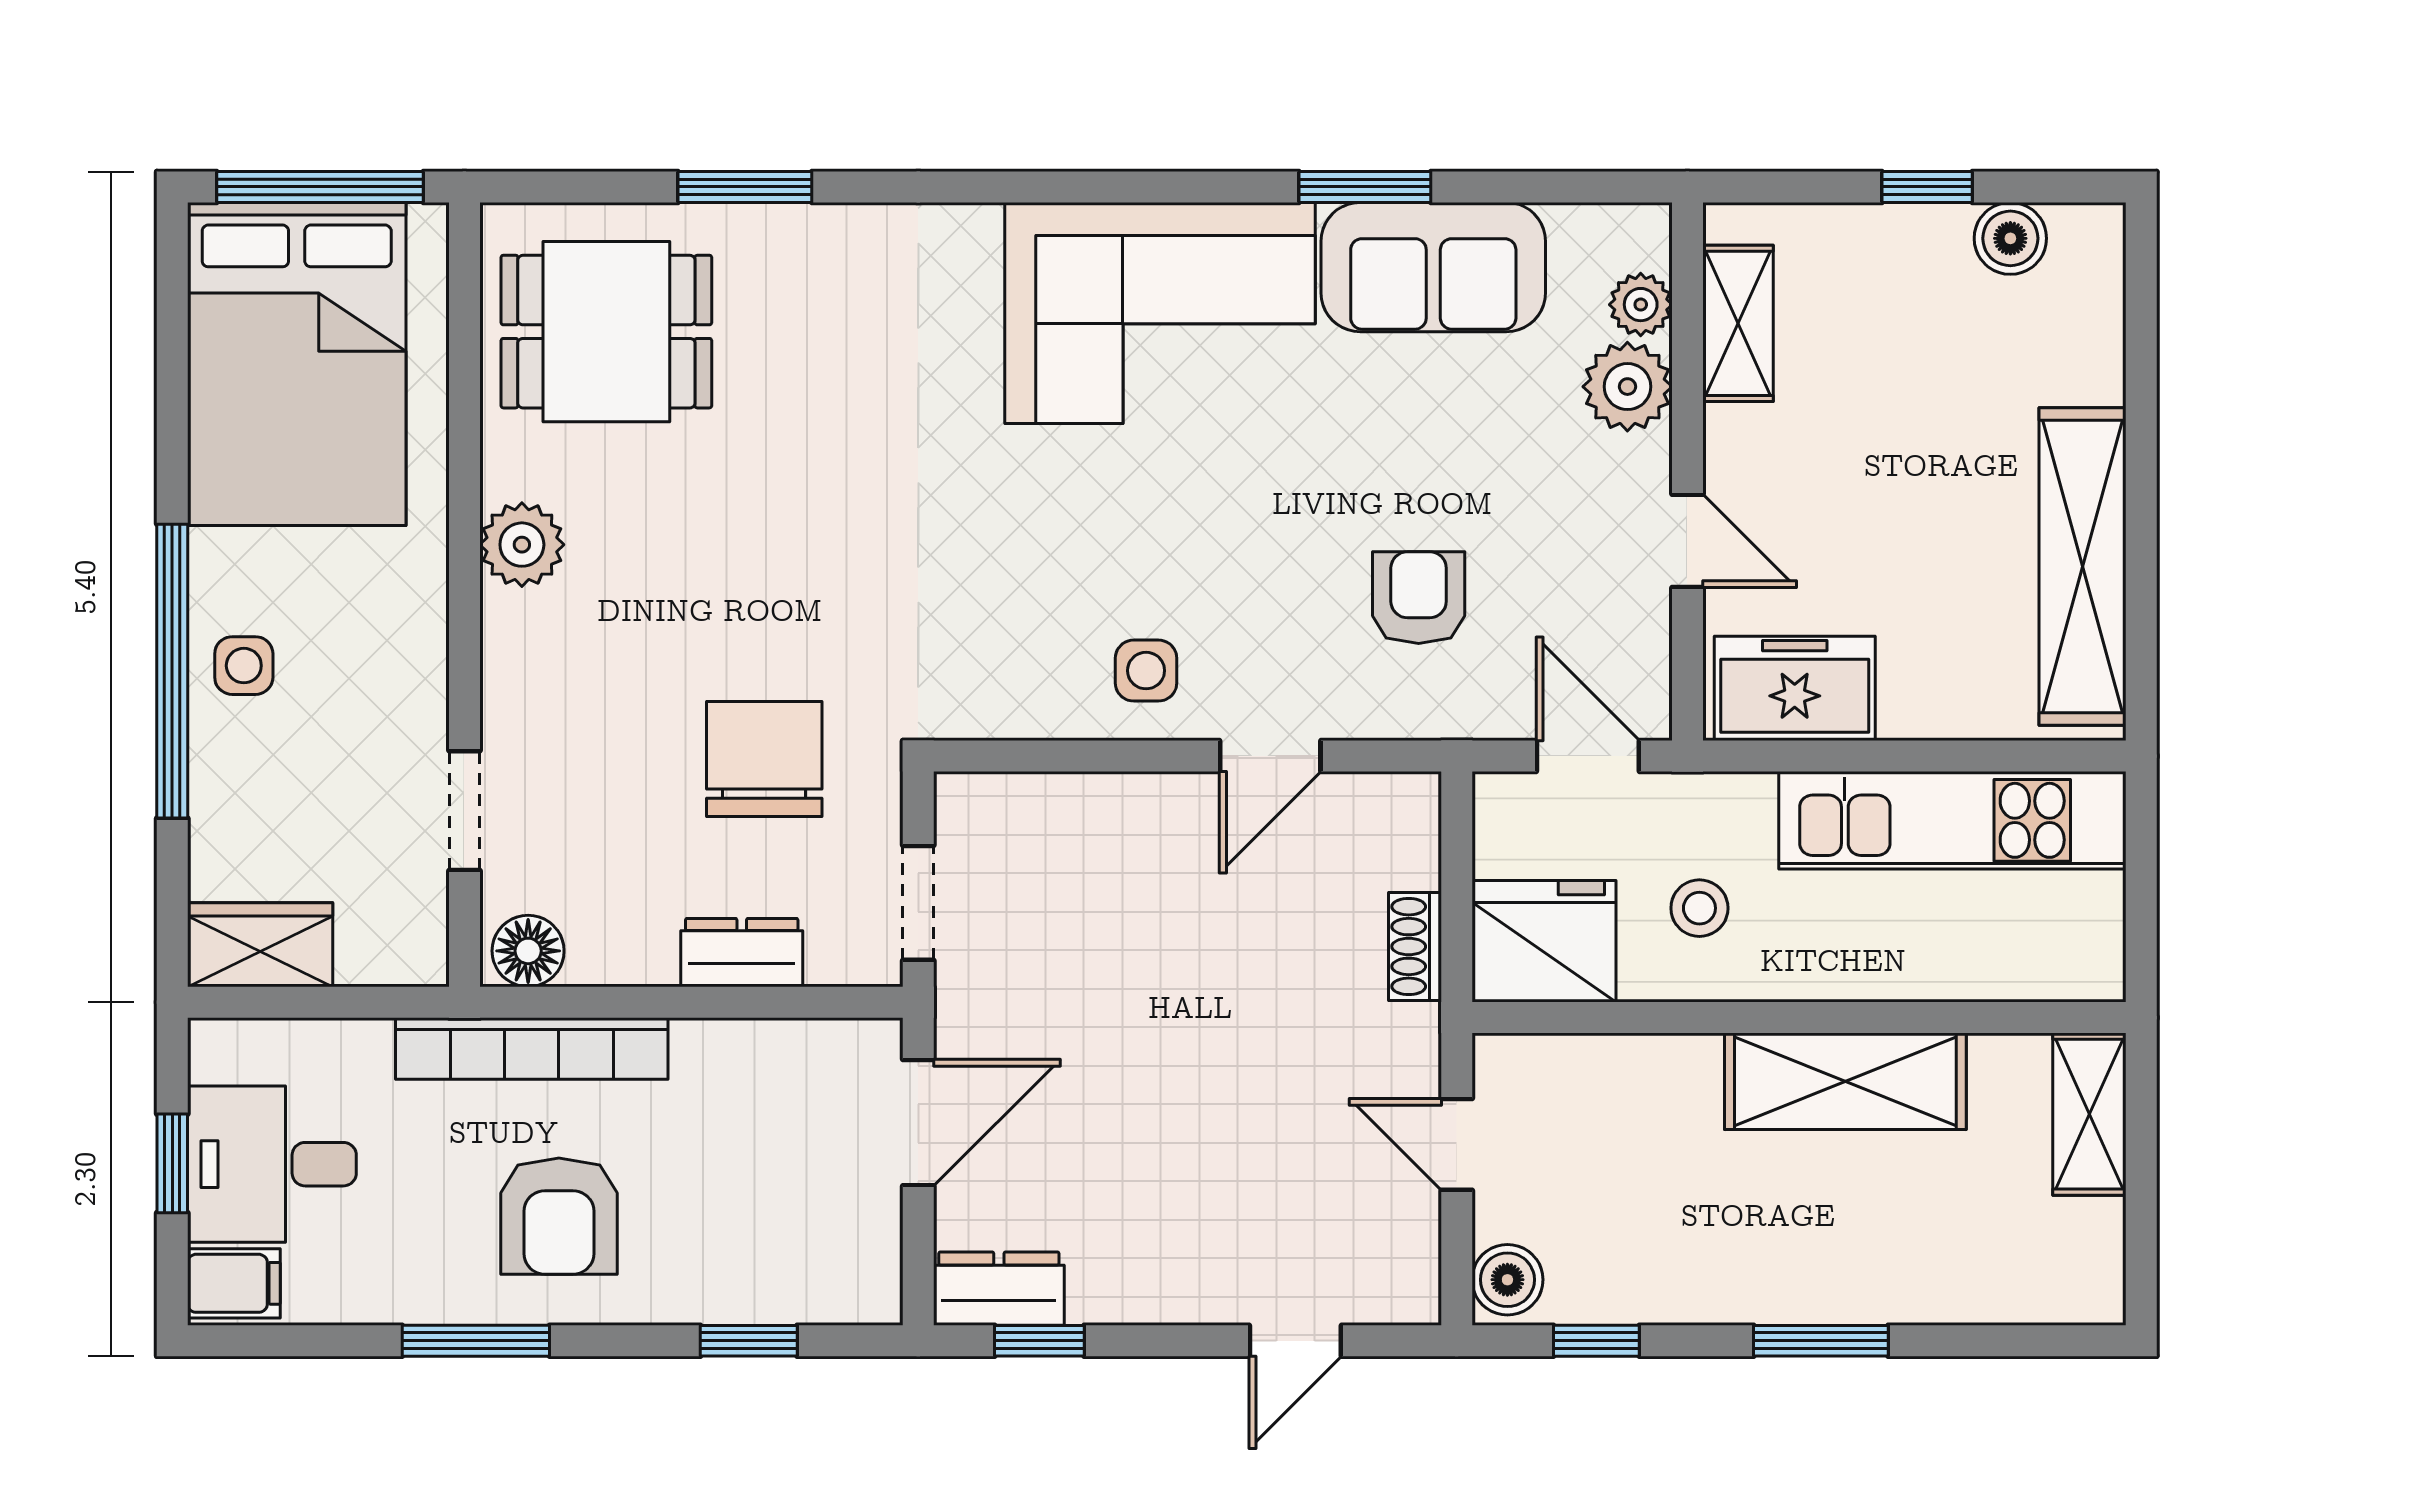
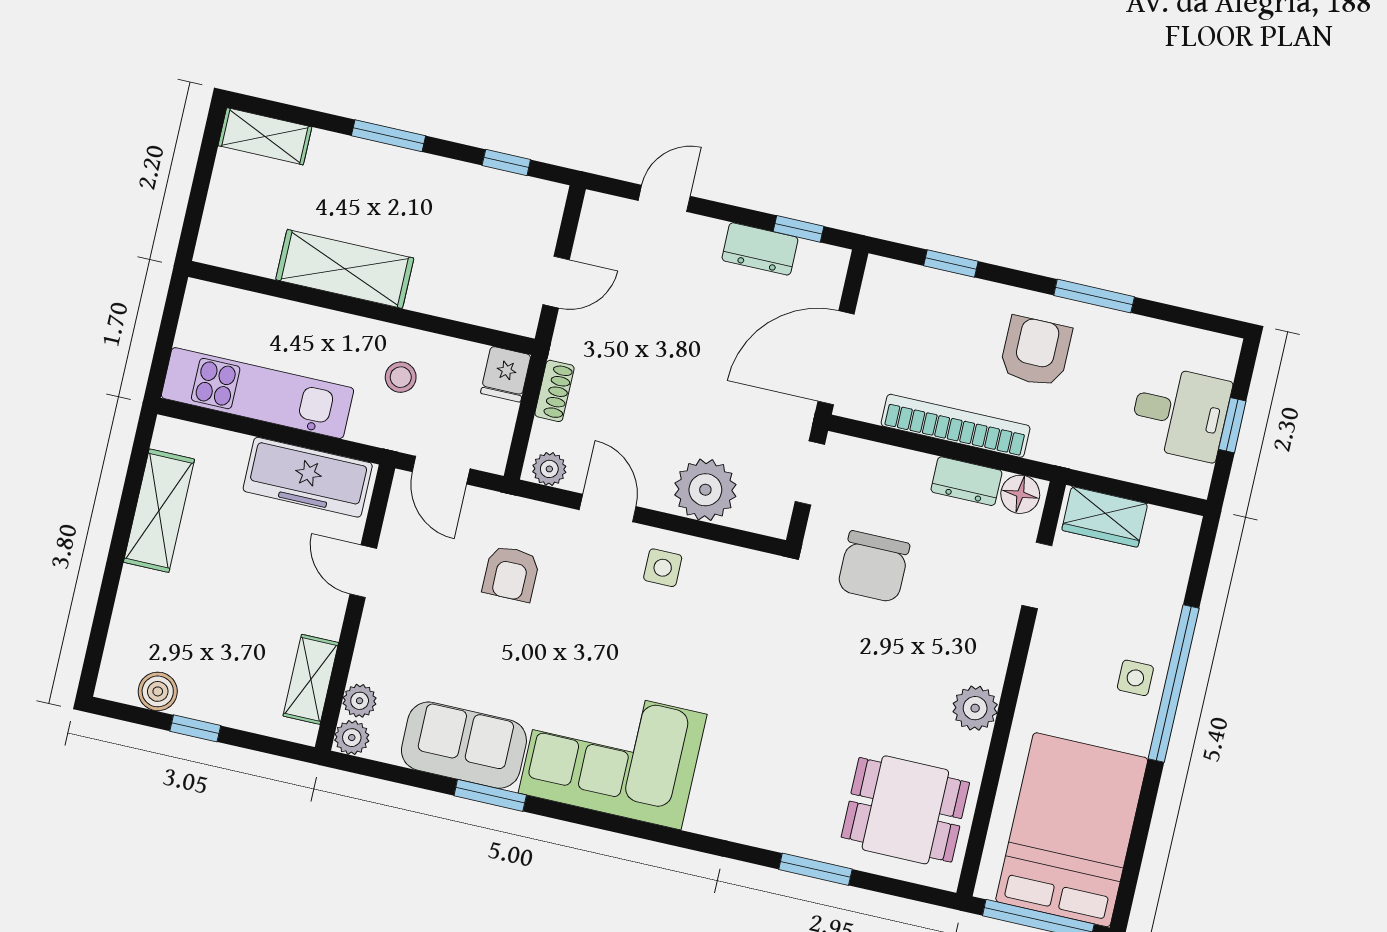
plant: (1627, 387) -> (352, 738), moved, width x0.73, depth x0.73
shelving: (2083, 567) -> (159, 511), width x0.68
freezer: (1795, 688) -> (308, 477), width x1.40
door: (1270, 756) -> (608, 508), hinge flipped
plant: (1392, 803) -> (549, 469), added
plant: (1101, 829) -> (705, 490), added
fridge: (1544, 941) -> (506, 374), width x0.53, depth x0.75
wardrobe: (260, 945) -> (1105, 517), moved
dresser: (742, 953) -> (966, 481), moved
bookcase: (532, 1048) -> (956, 426), moved
shelving: (2089, 1114) -> (265, 136), moved, turned 90
door: (918, 1123) -> (836, 358), width x1.36
door: (1457, 1144) -> (556, 282), hinge flipped
boiler: (1507, 1280) -> (546, 205), removed
filing cabinet: (234, 1283) -> (1214, 355), removed
dresser: (999, 1289) -> (760, 249), moved

